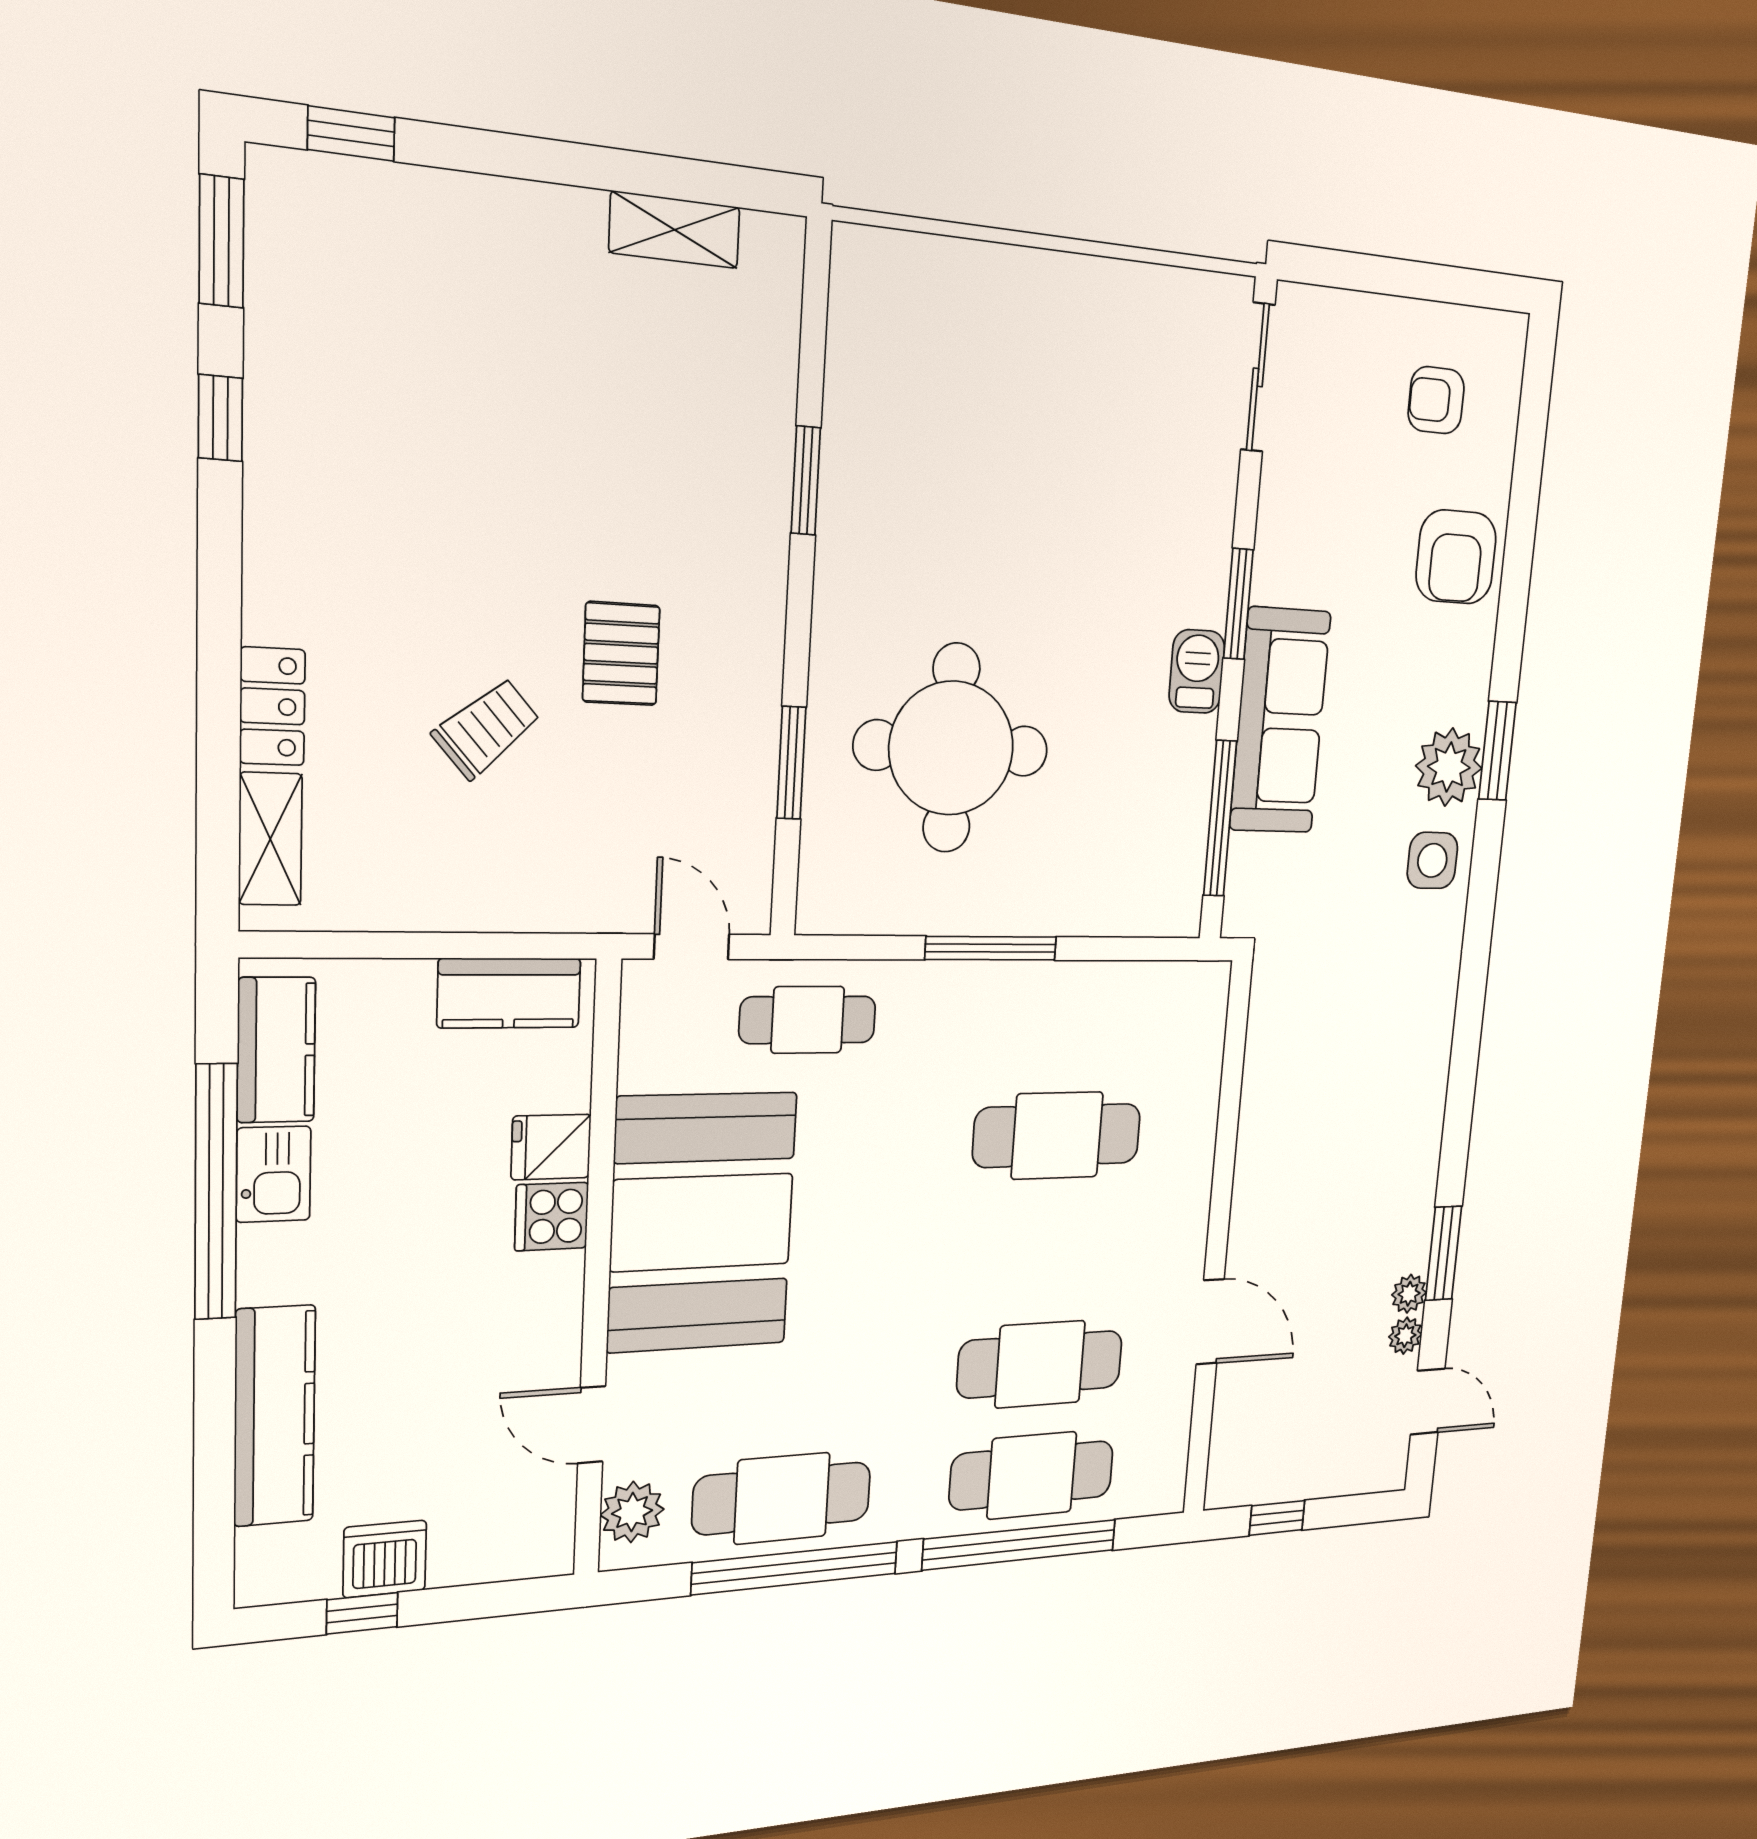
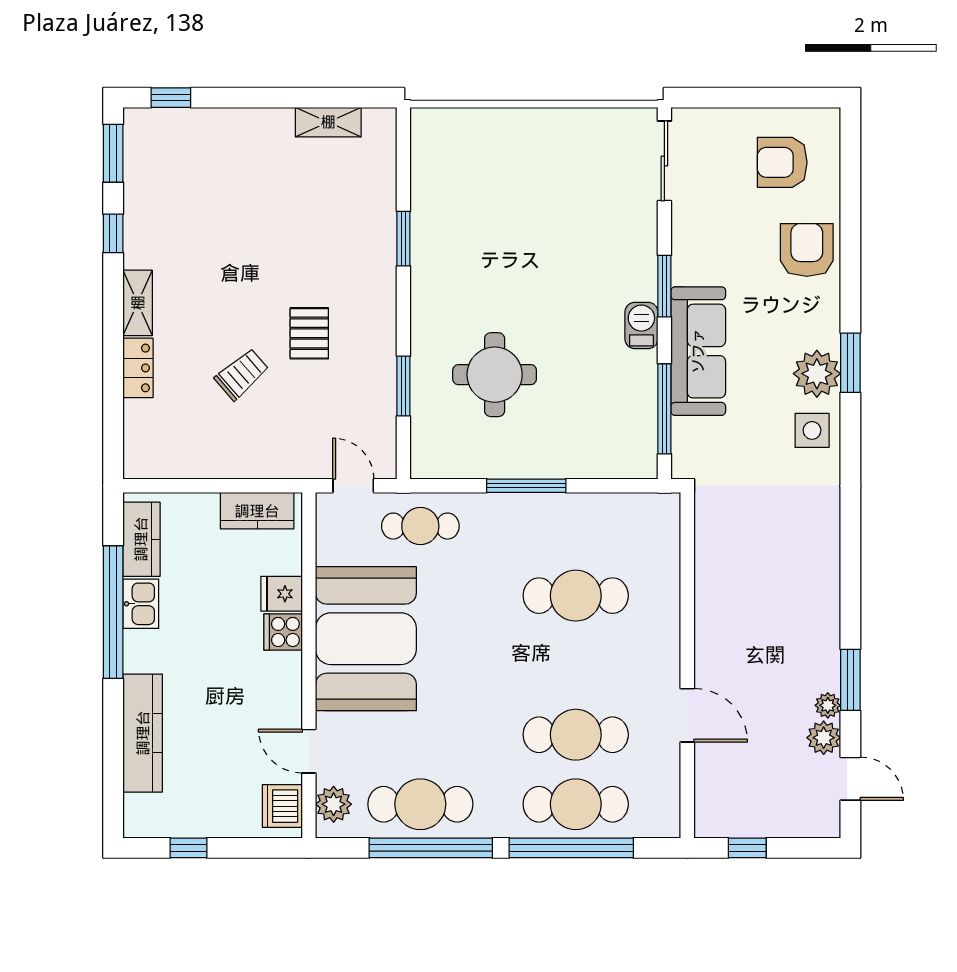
armchair: (1436, 400) -> (782, 162), width x1.38, depth x1.38
armchair: (1456, 557) -> (807, 250), turned 180
round table: (951, 748) -> (495, 375), width x0.73, depth x0.73
shelving: (270, 839) -> (138, 303), moved
plant: (1405, 1336) -> (824, 738), width x1.38, depth x1.38
dishwasher: (385, 1559) -> (282, 806), moved, turned -90

